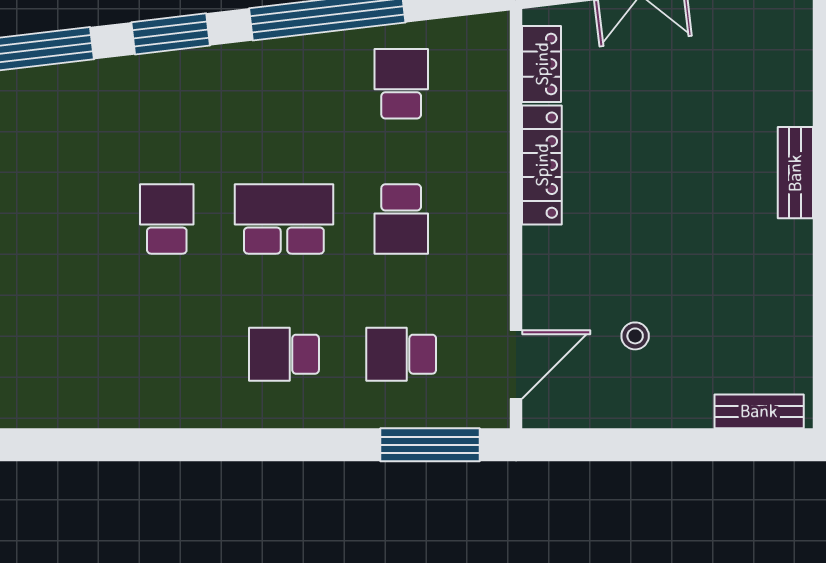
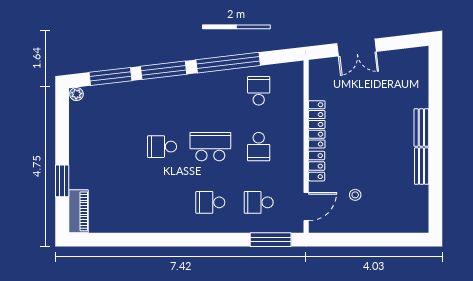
window: (171, 34) -> (164, 70), width x1.44
locker: (542, 64) -> (317, 166), moved
school desk: (167, 219) -> (162, 147), turned -90
bench: (759, 411) -> (422, 166), moved, turned 90

